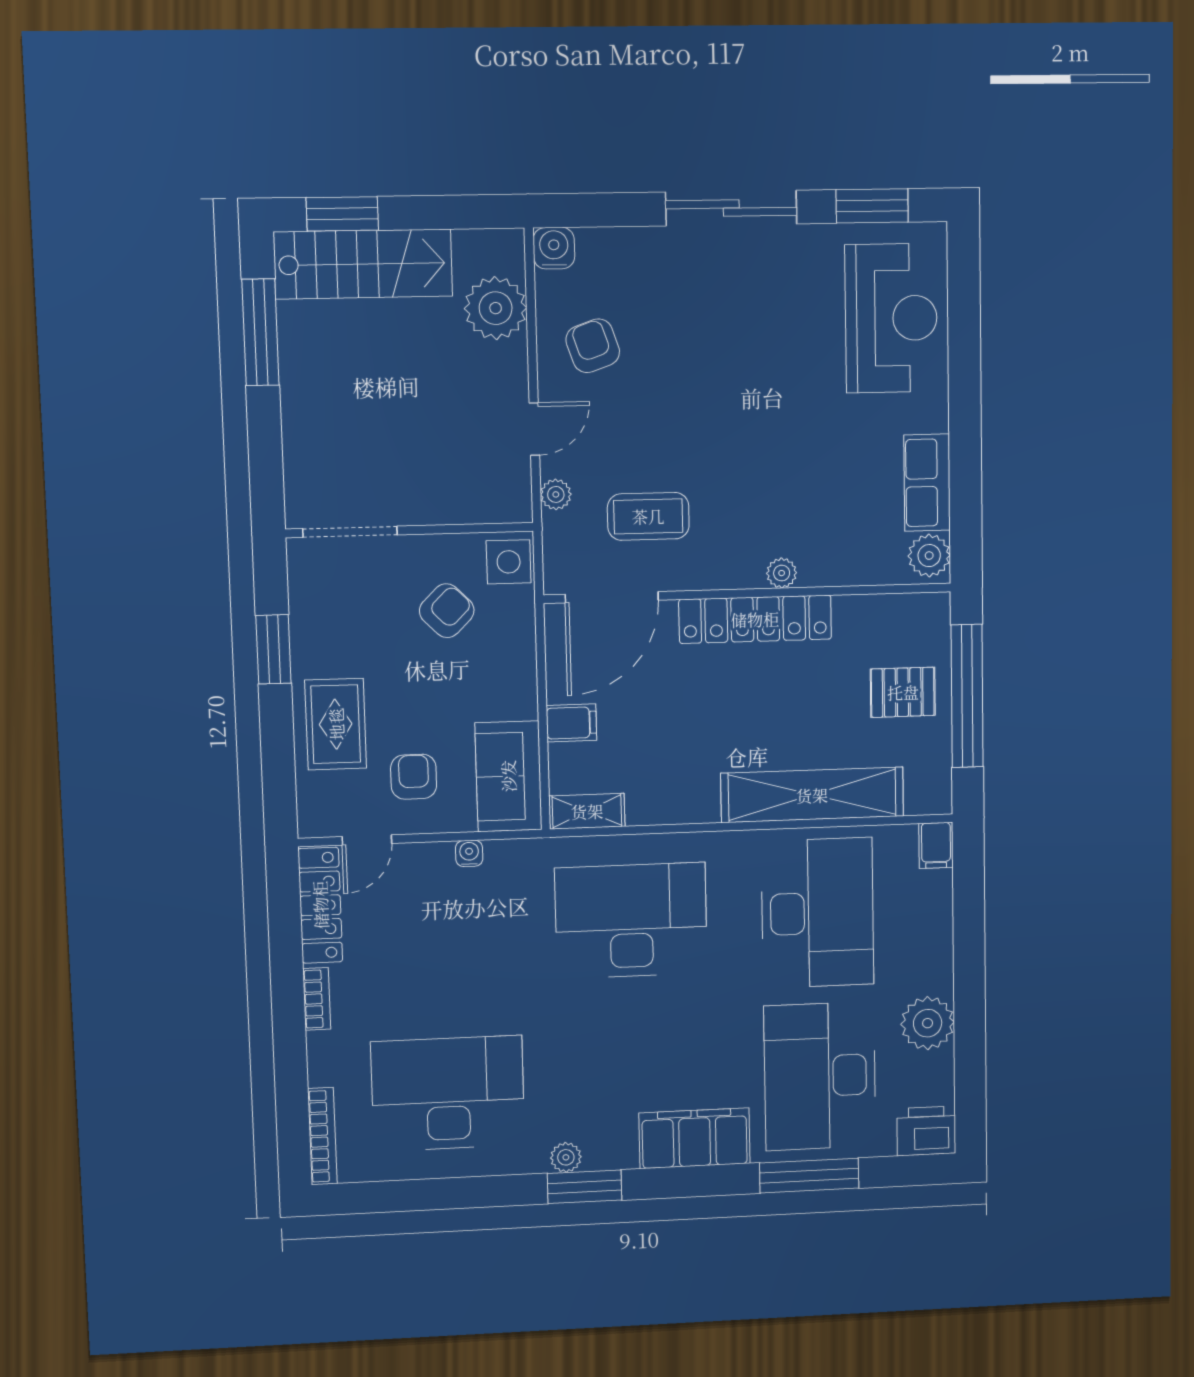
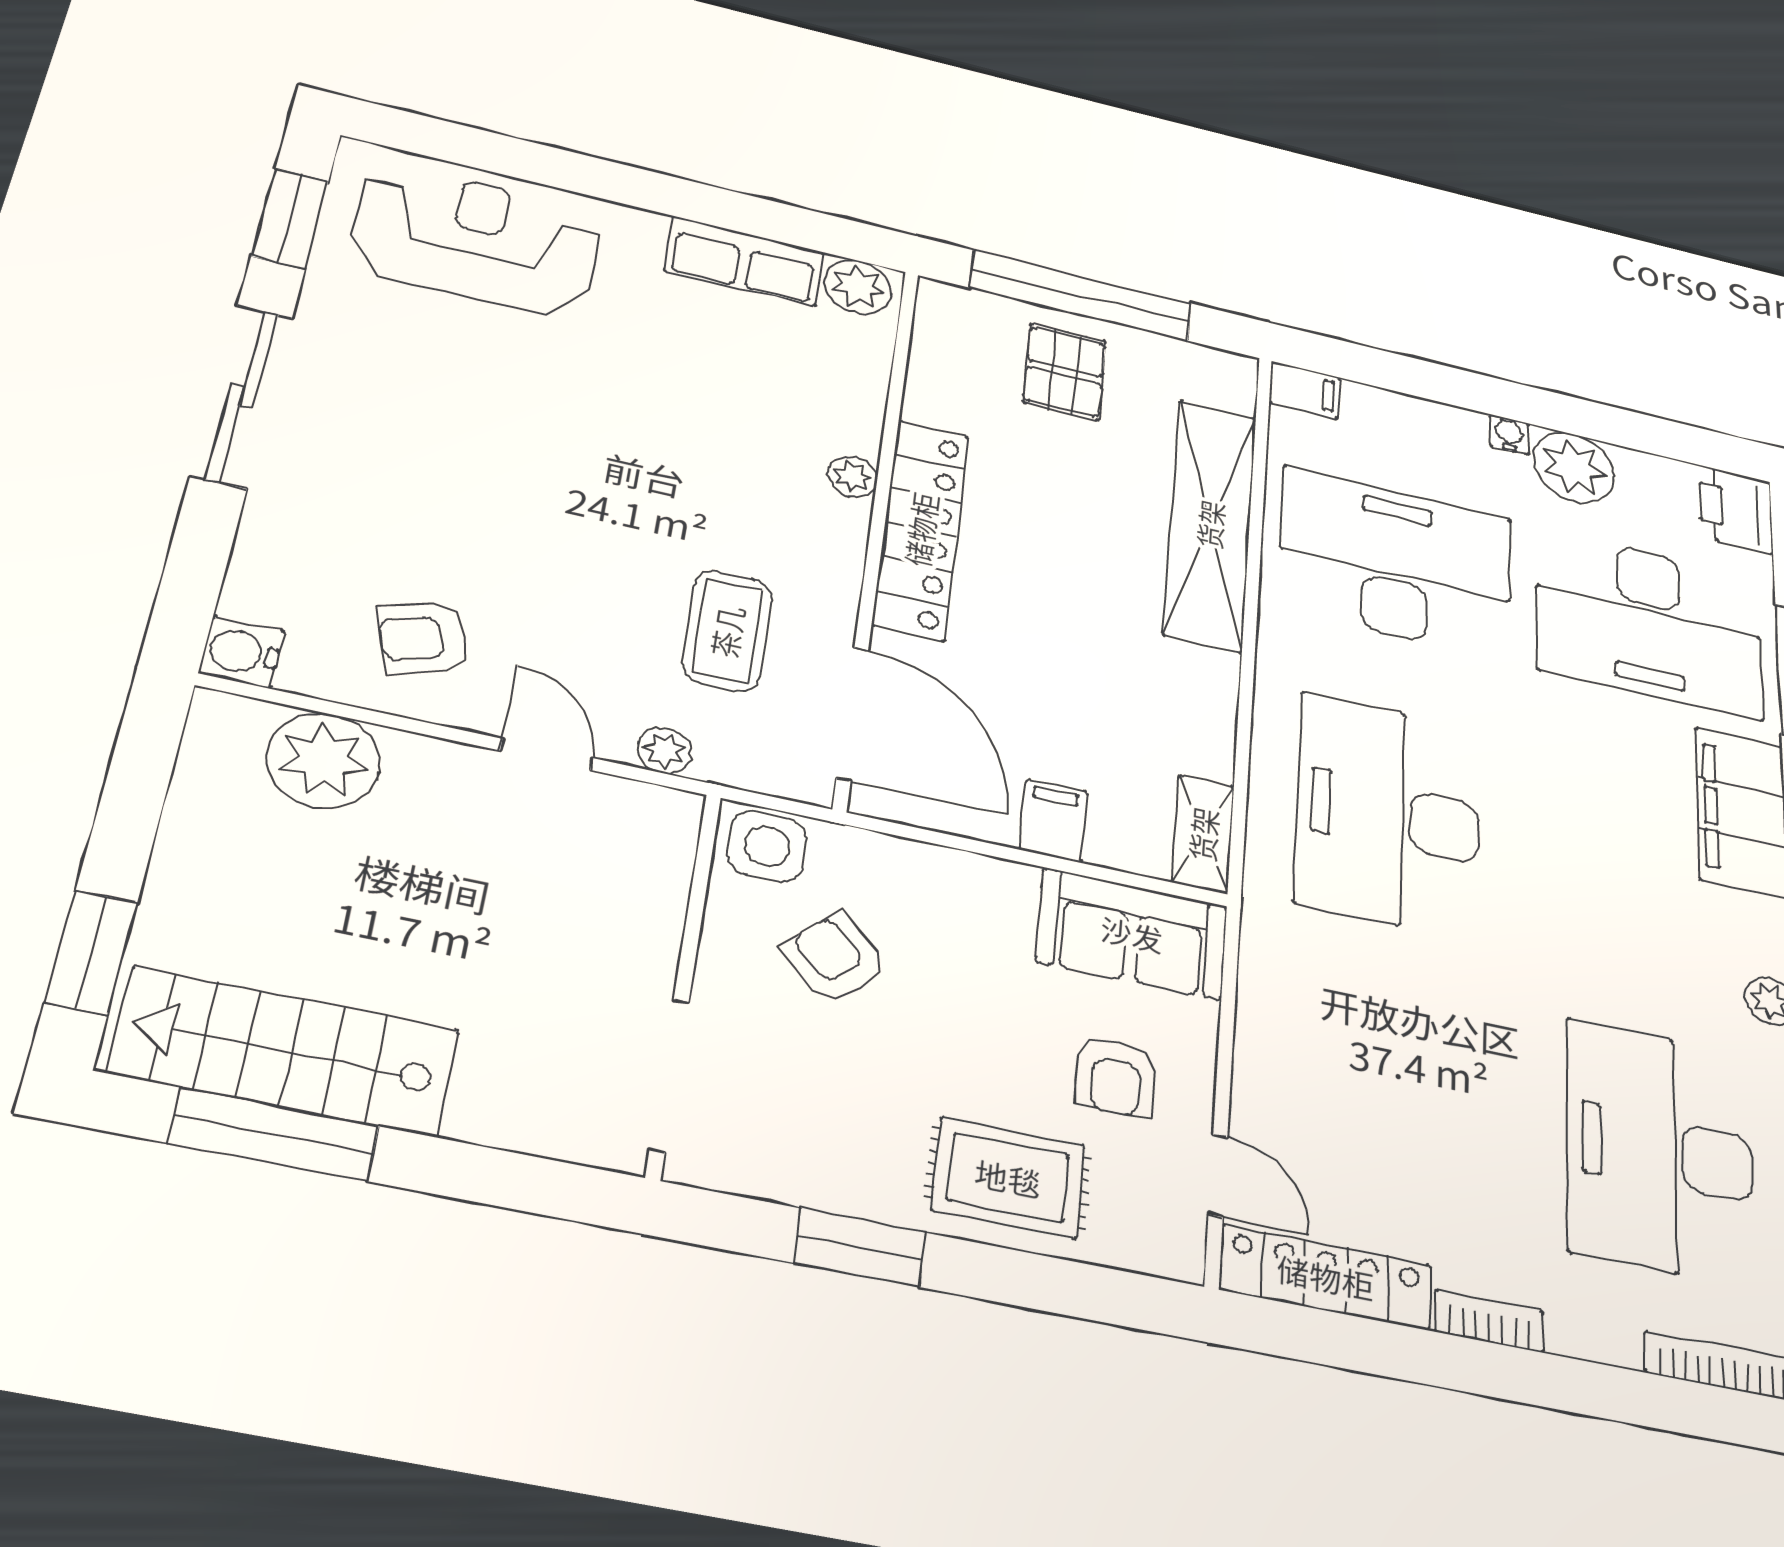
stairs: (363, 264) -> (285, 1051), moved, turned -90
armchair: (414, 777) -> (1116, 1077), turned -90
water cooler: (469, 853) -> (1509, 434), moved, turned 90

